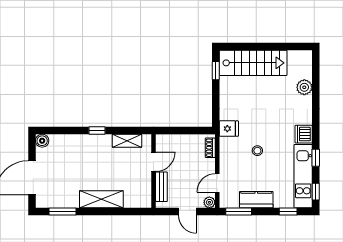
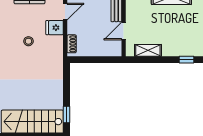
fridge: (229, 129) -> (55, 28), moved
window: (97, 131) -> (186, 60), moved

